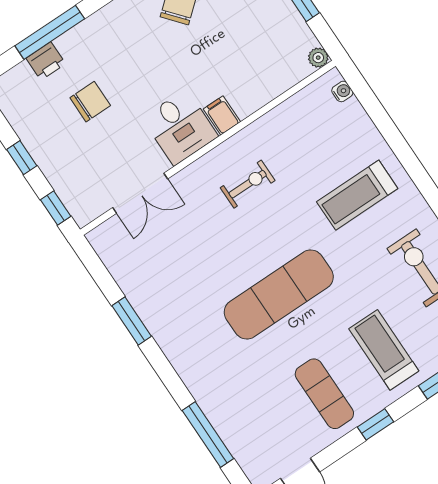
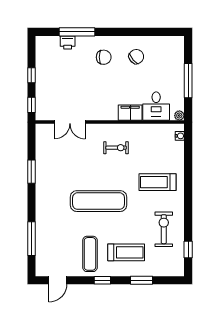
chair: (90, 102) -> (104, 57), moved
filing cabinet: (222, 115) -> (130, 113), width x2.00
desk: (180, 127) -> (156, 106), moved
treadmill: (384, 350) -> (126, 252), turned 90

